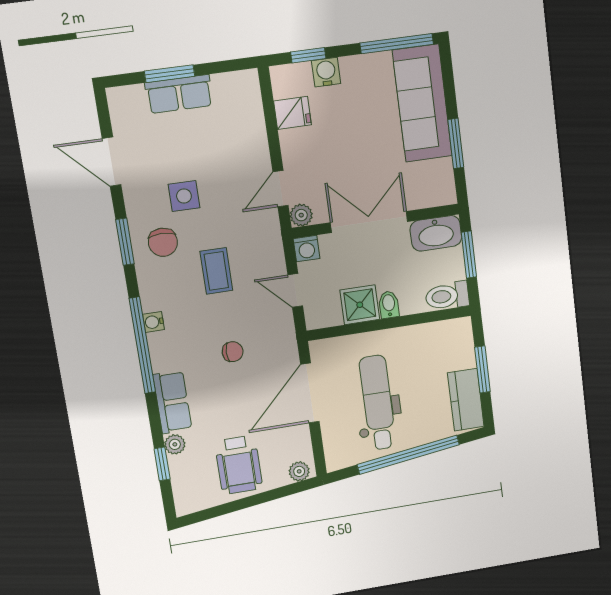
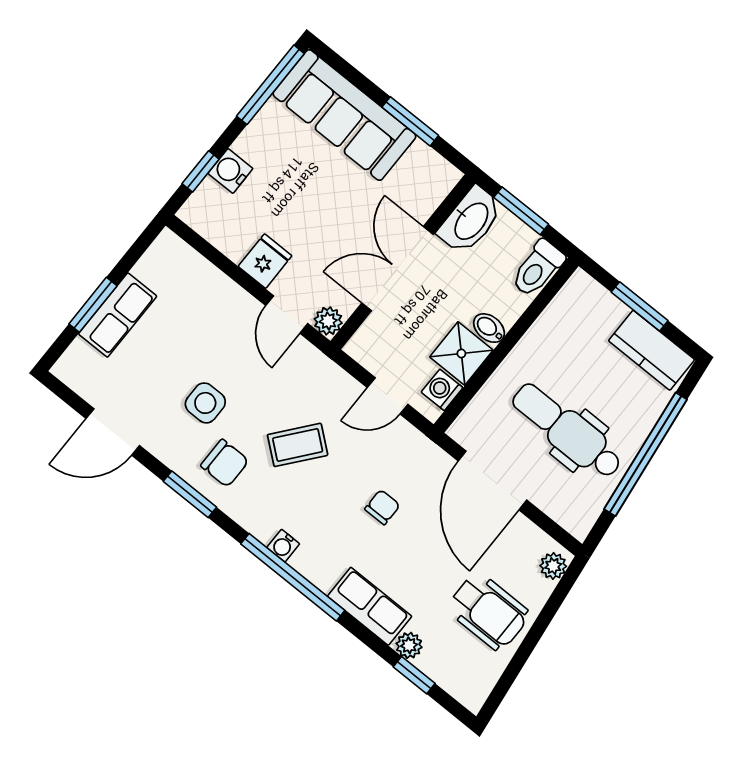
fridge: (292, 113) -> (265, 261), moved
washing machine: (307, 249) -> (442, 390), moved, turned 180
coffee table: (216, 271) -> (298, 445), turned -51

